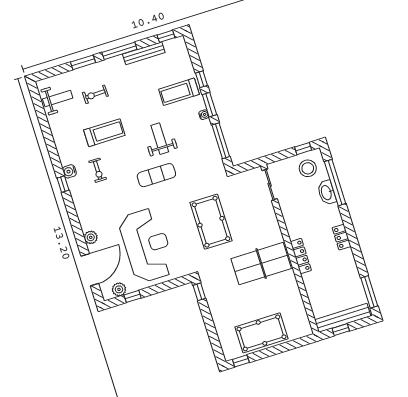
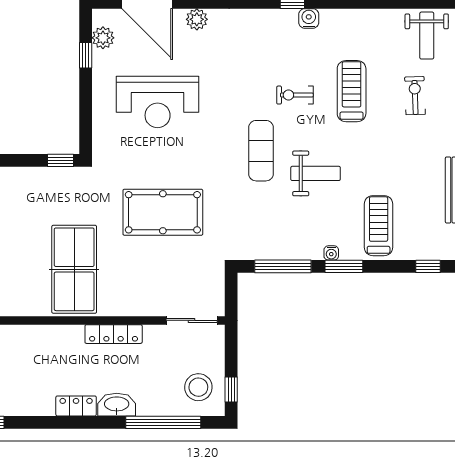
window: (201, 79) -> (428, 266), moved
treadmill: (104, 133) -> (352, 91), turned 180
exercise bike: (98, 170) -> (295, 95), moved
washbasin: (327, 193) -> (117, 405), moved
reception desk: (147, 245) -> (158, 102), width x0.74, depth x0.77
locker: (301, 256) -> (114, 334), moved

